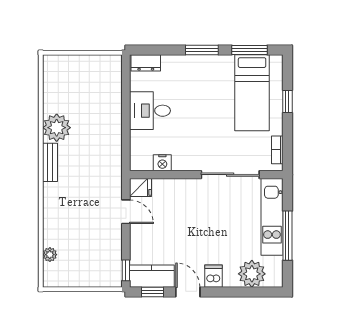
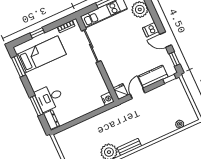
window: (202, 50) -> (37, 106), moved
desk: (150, 111) -> (49, 98), moved, turned 90
nightstand: (162, 163) -> (108, 99), moved
kitchen counter: (152, 276) -> (153, 76), moved, turned 90
door: (188, 292) -> (166, 40), hinge flipped

